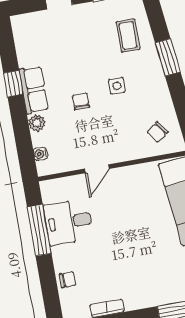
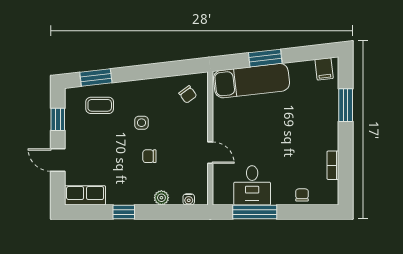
window: (168, 57) -> (96, 78), moved
row of seats: (34, 90) -> (85, 195), moved

